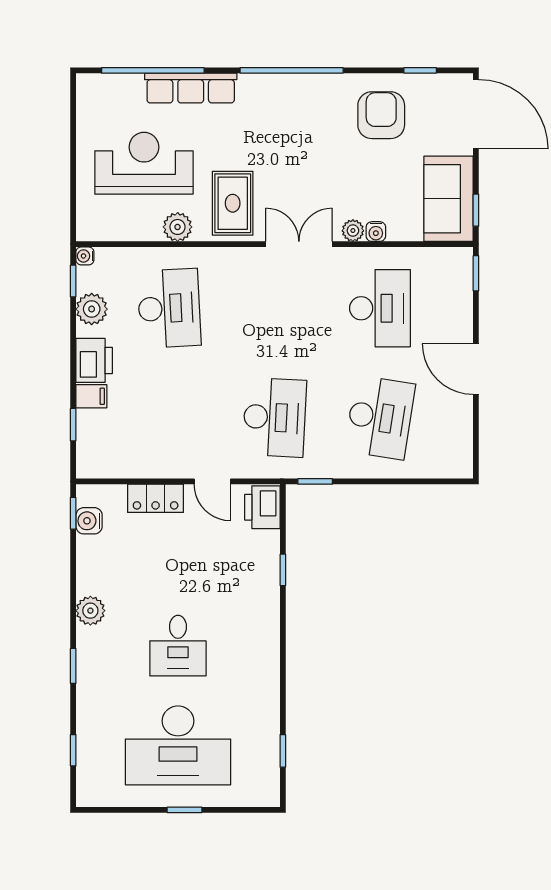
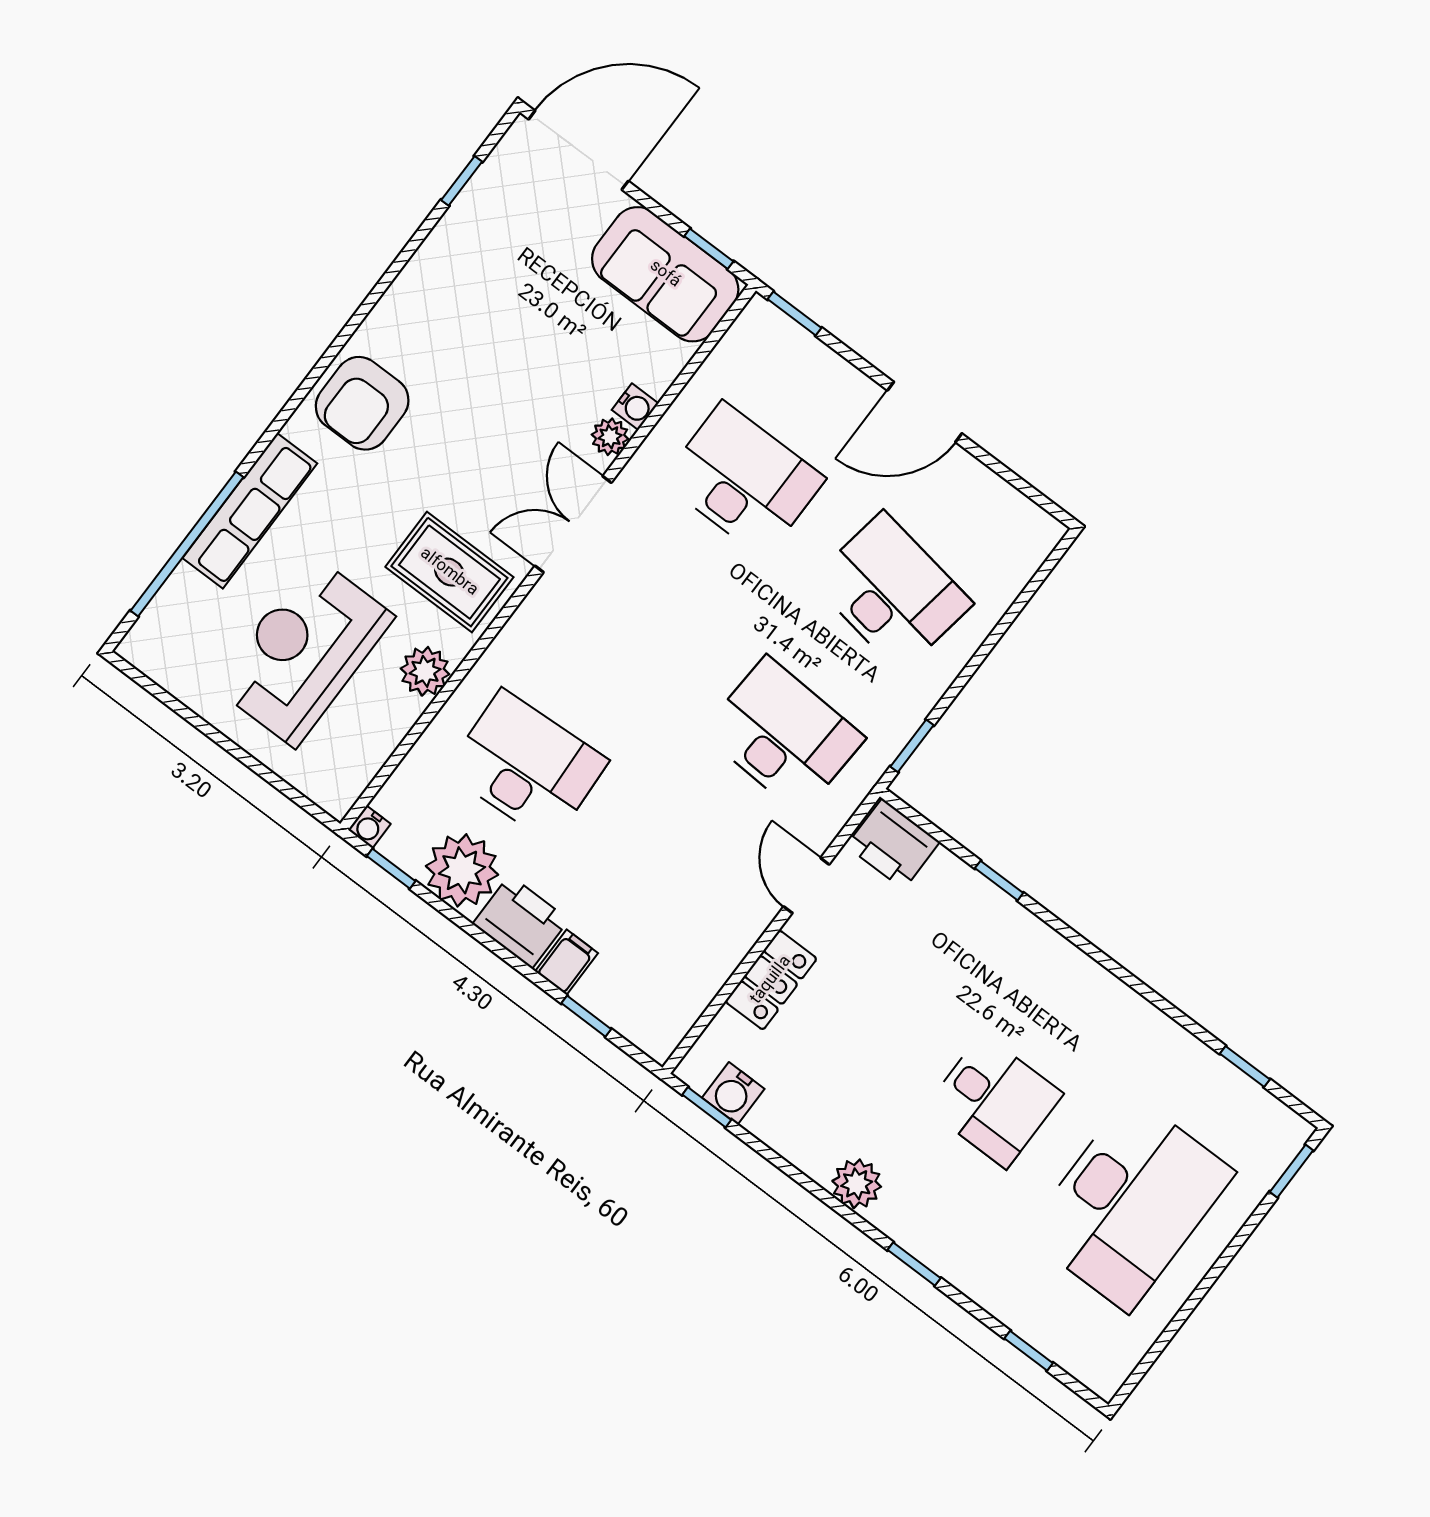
window: (292, 70) -> (330, 356), removed
armchair: (381, 115) -> (362, 403), moved, turned -90
plant: (92, 309) -> (462, 870), width x1.36, depth x1.36
door: (212, 481) -> (806, 885), swing flipped
window: (185, 810) -> (1291, 1171), moved

